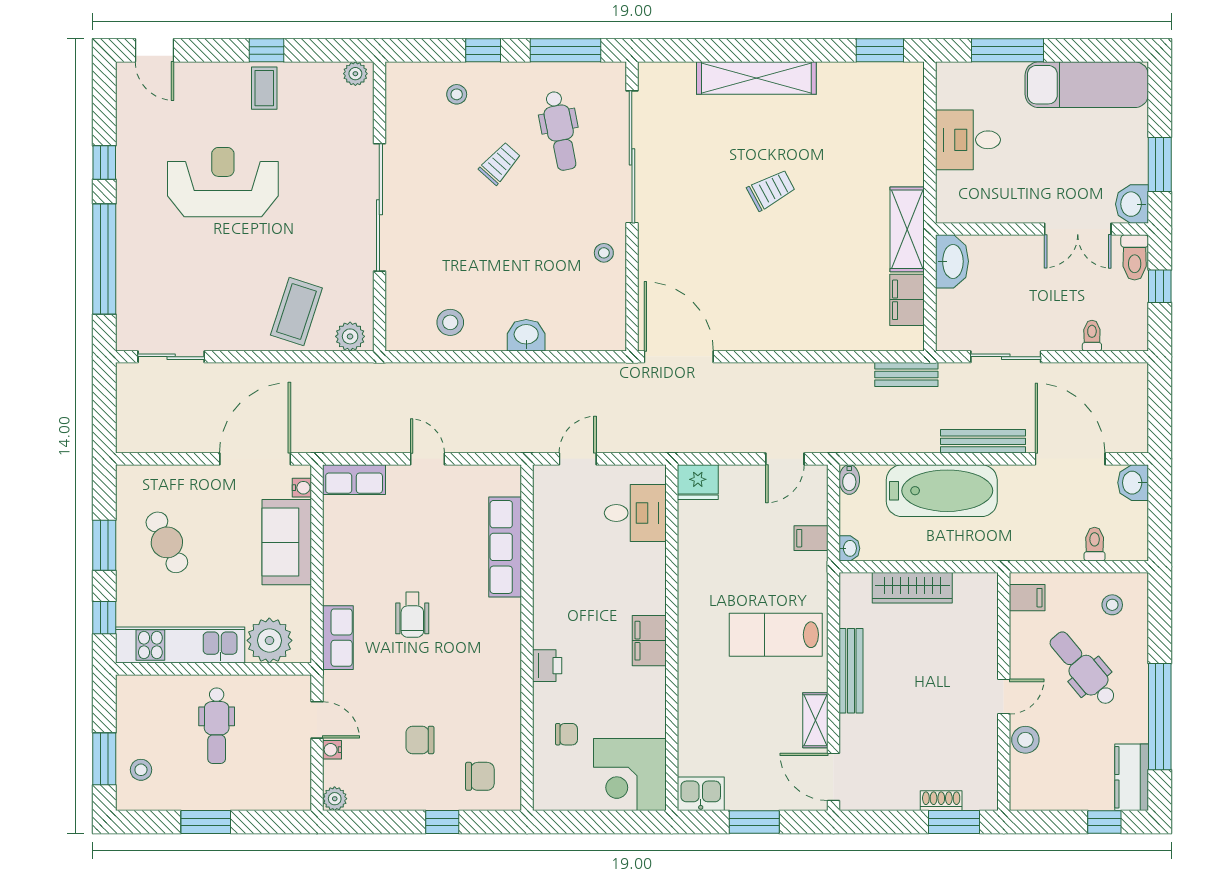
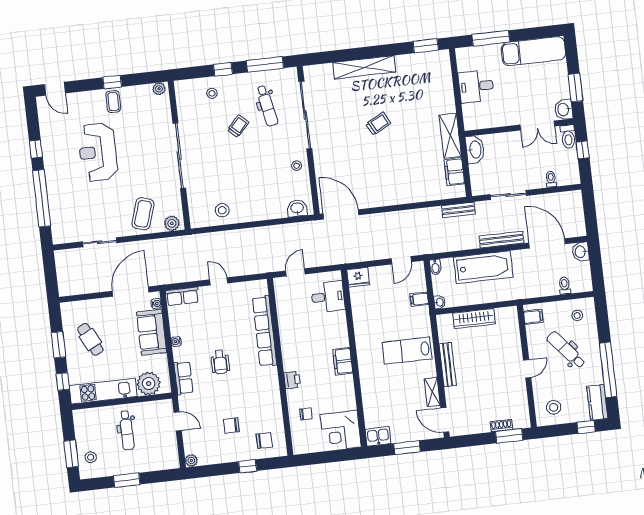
reception desk: (223, 182) -> (98, 152), turned -90
washbasin: (526, 335) -> (297, 208), moved
sliding door: (171, 357) -> (100, 242), moved
row of seats: (505, 547) -> (265, 331), width x1.36
stool: (1025, 740) -> (554, 407), moved
water cooler: (332, 750) -> (176, 342), moved

